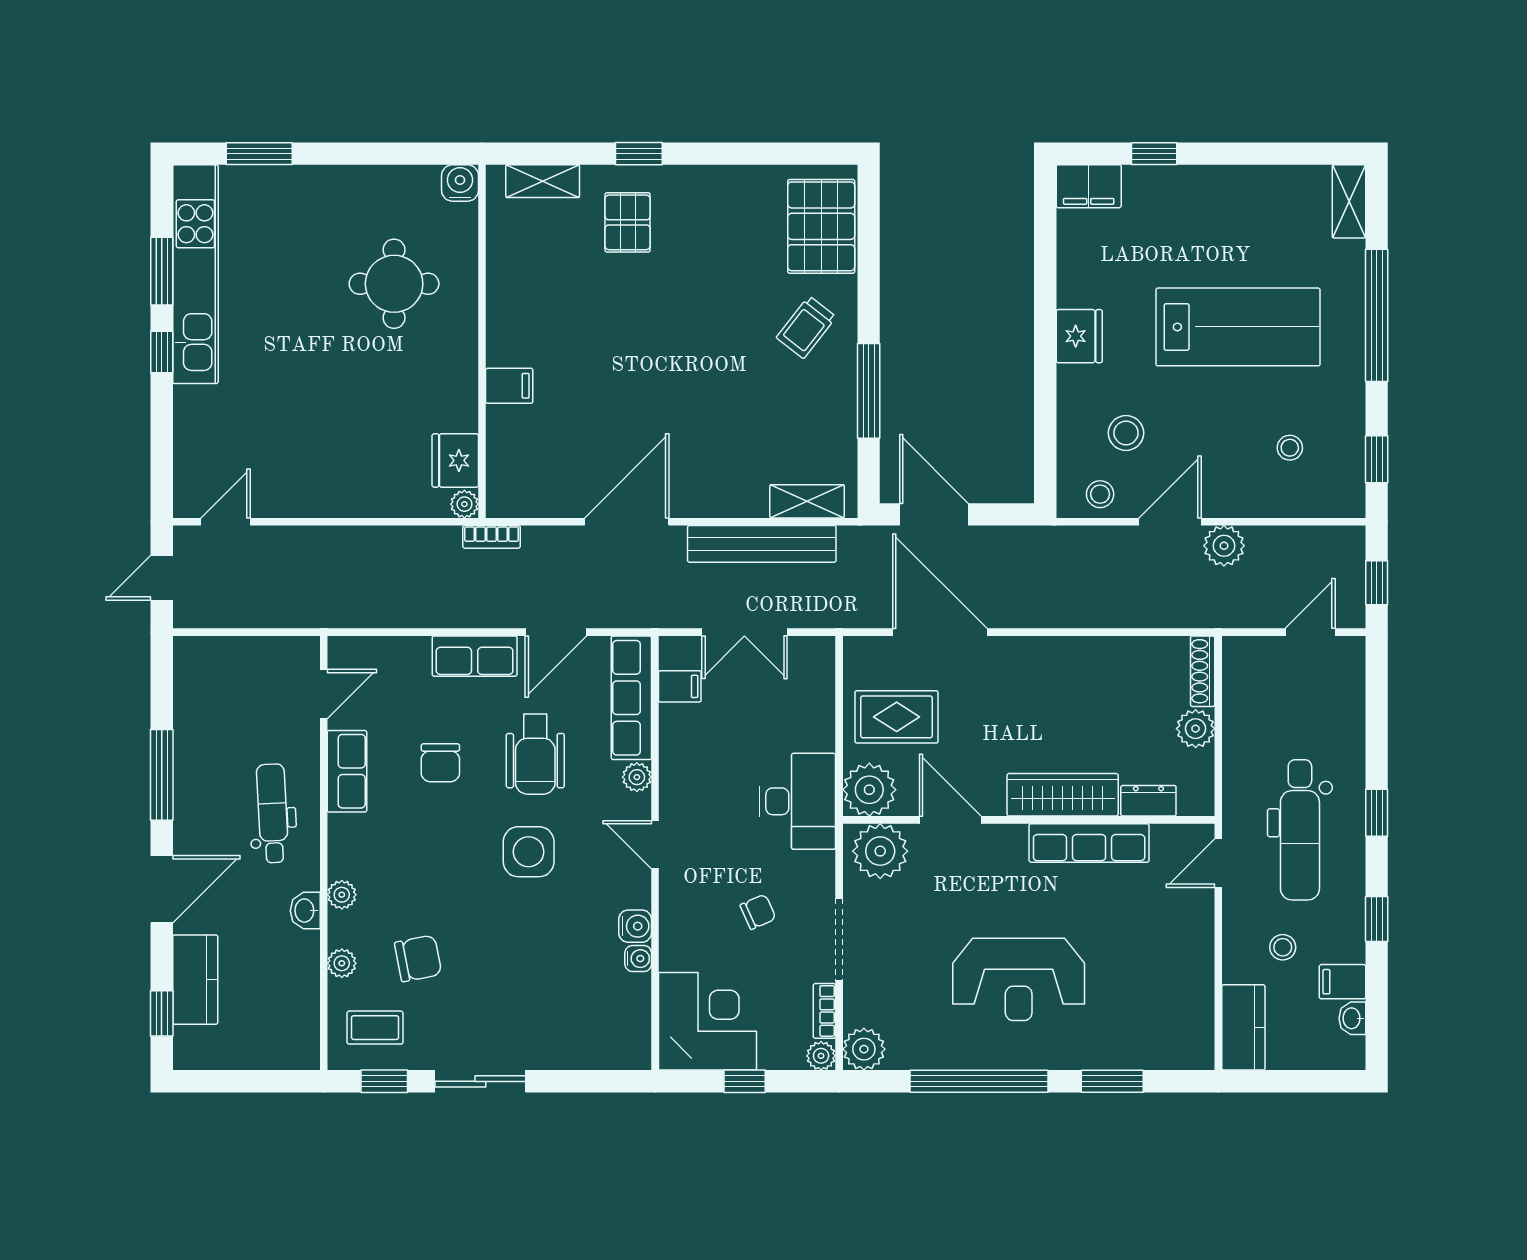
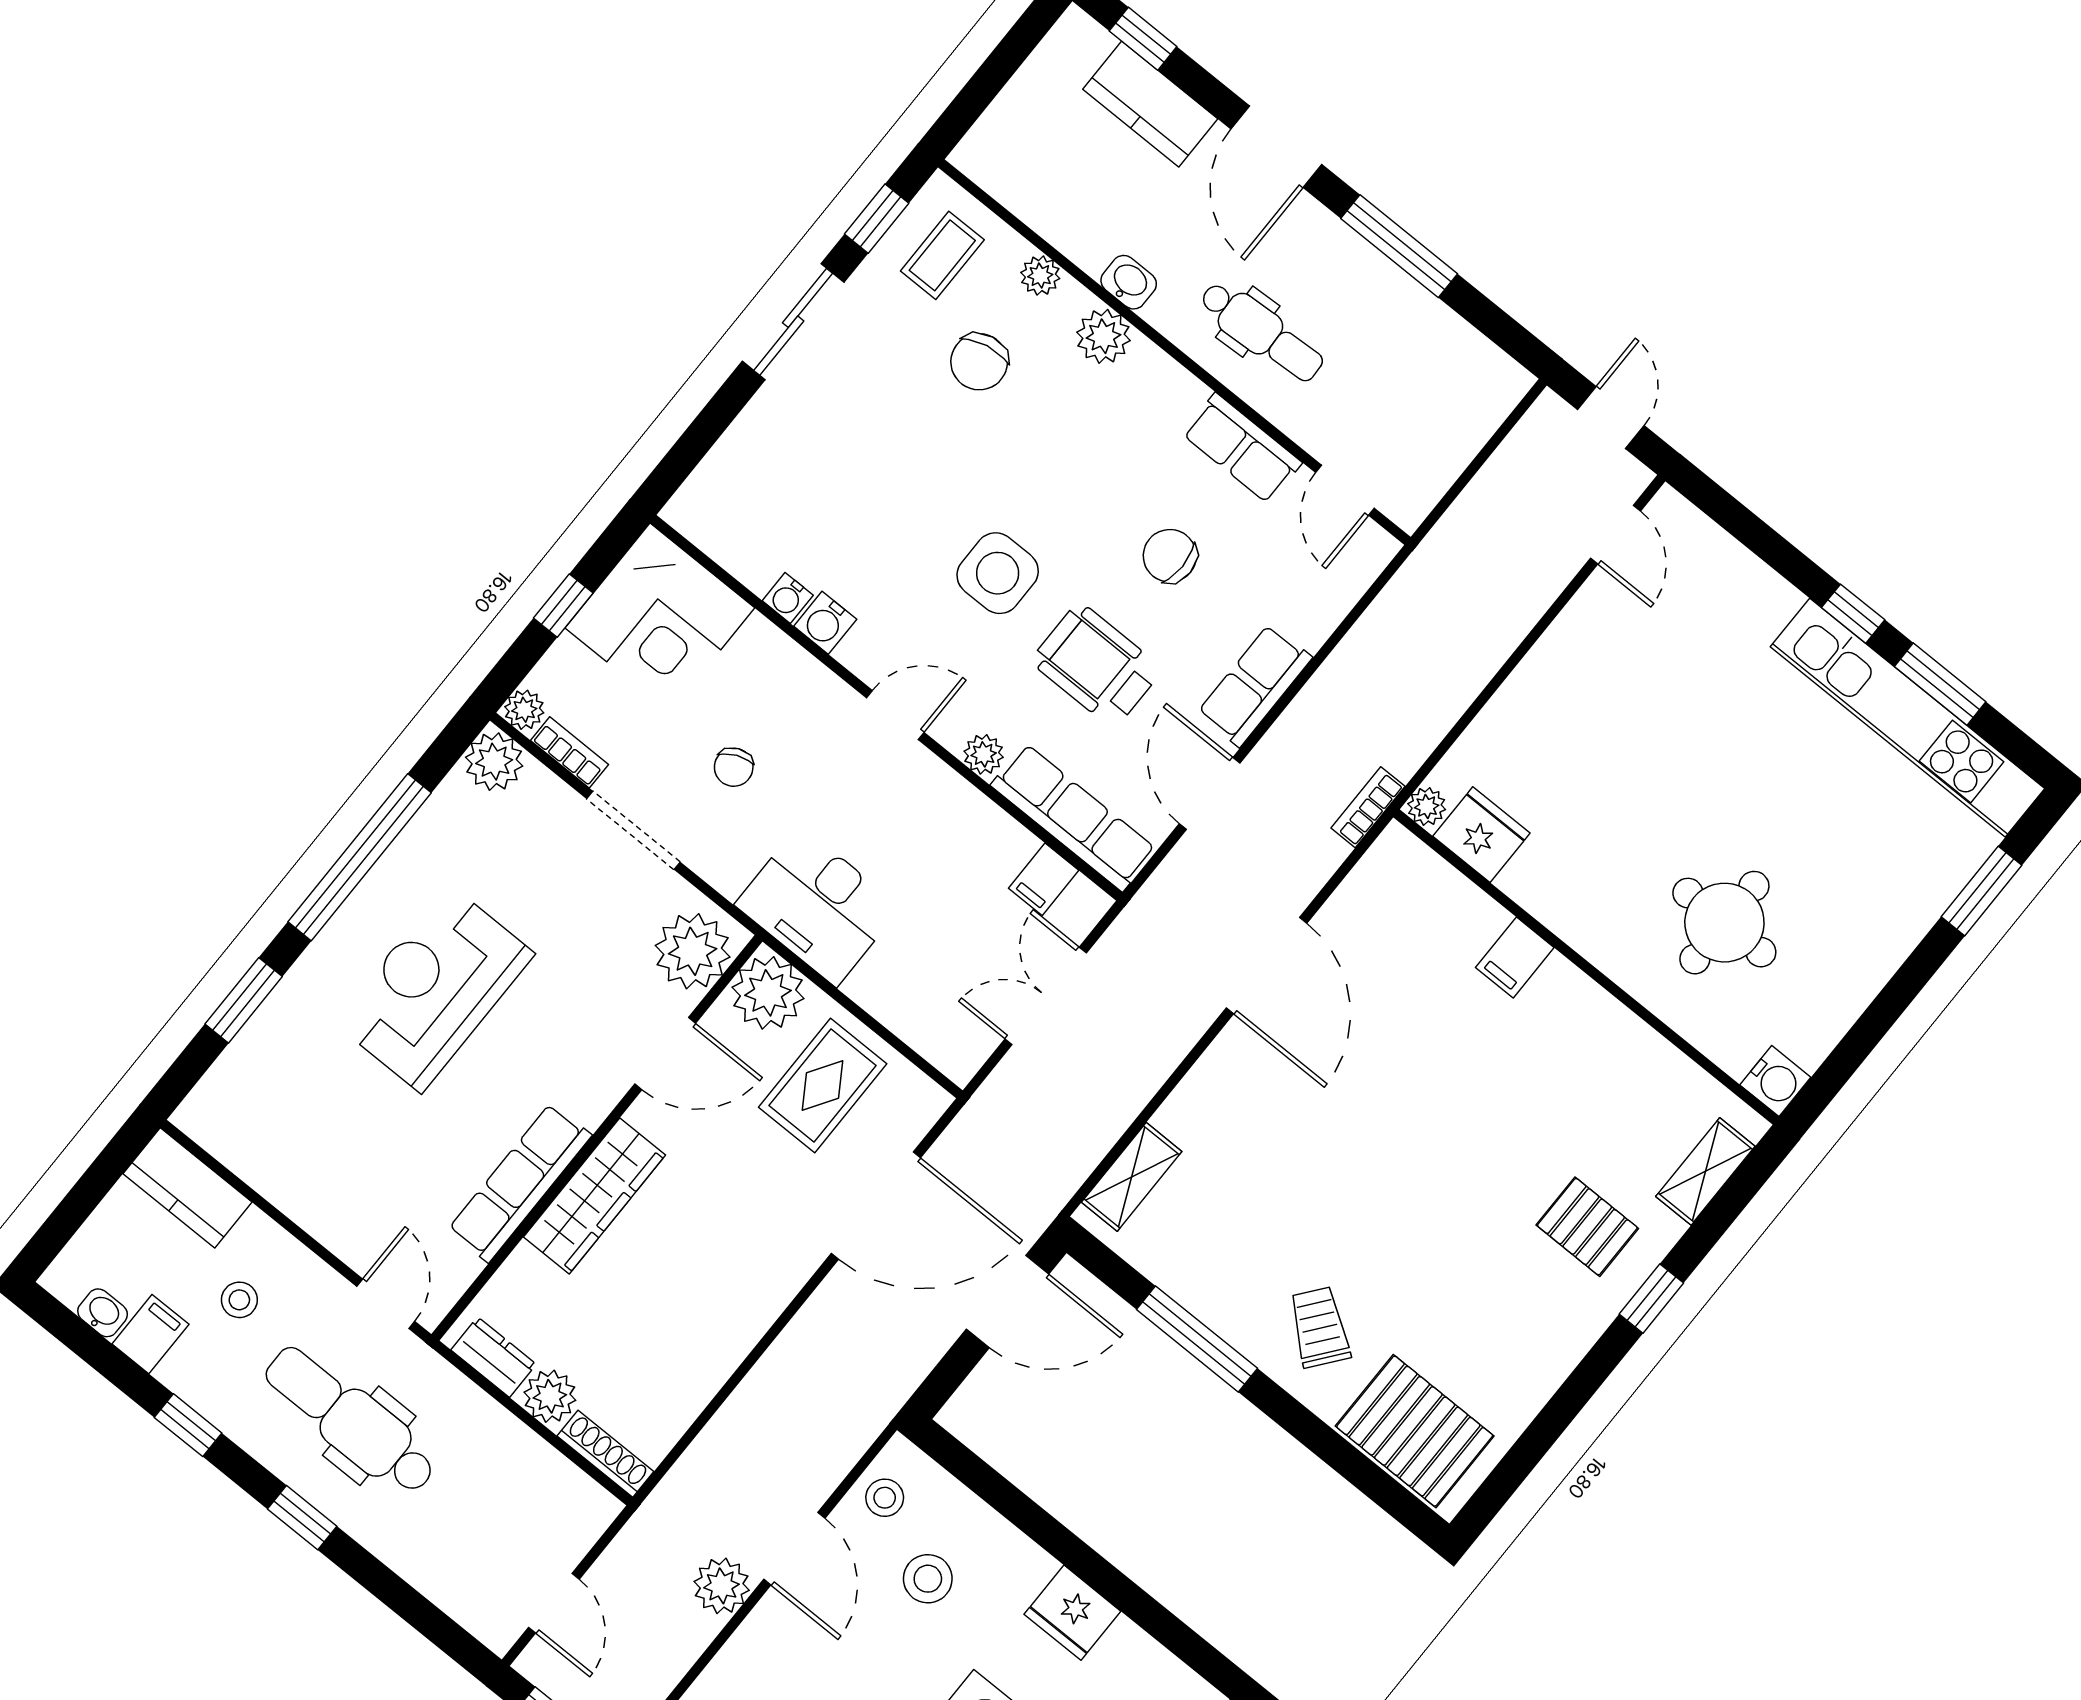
bench: (762, 544) -> (1125, 1091), removed
dresser: (1148, 801) -> (494, 1357), moved, turned -90
plant: (342, 895) -> (1103, 336), width x1.38, depth x1.38

